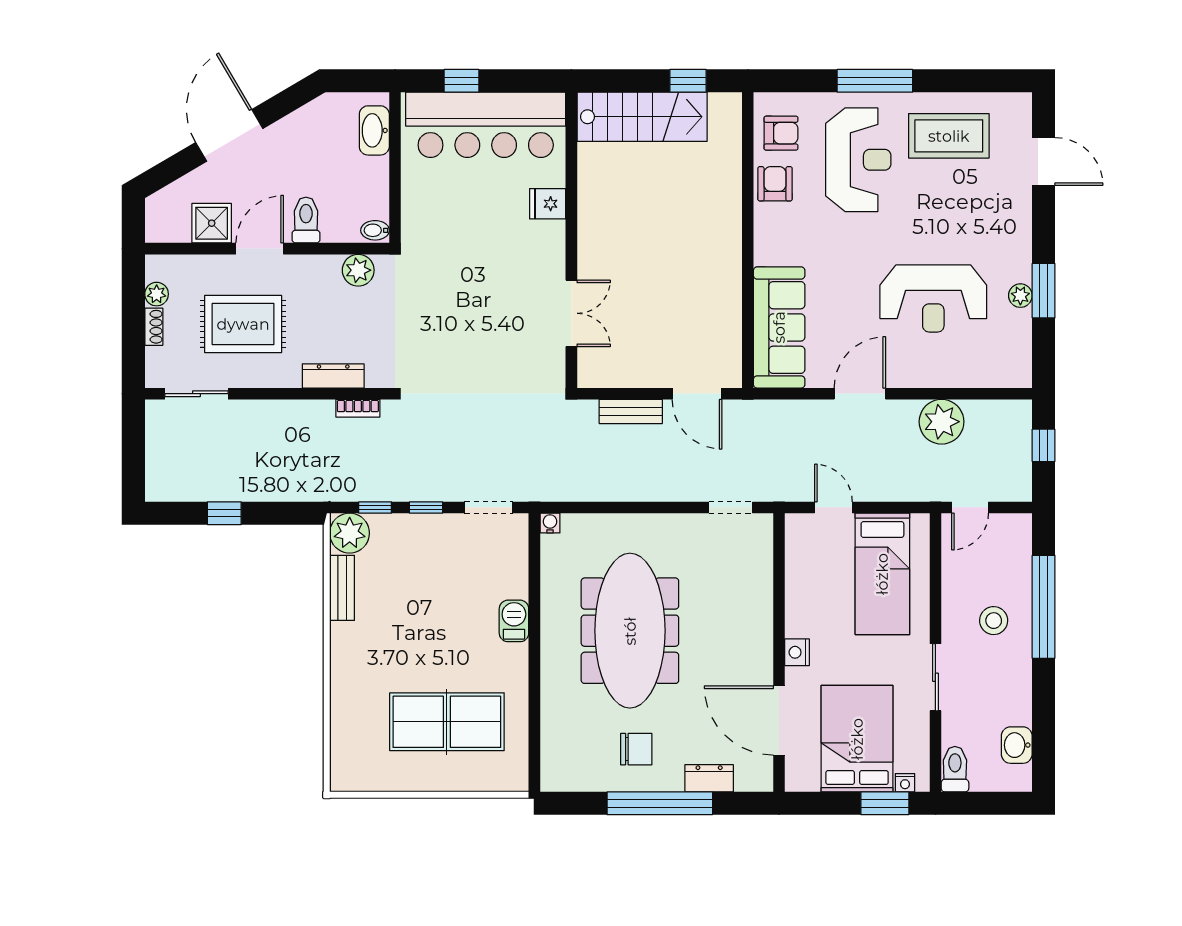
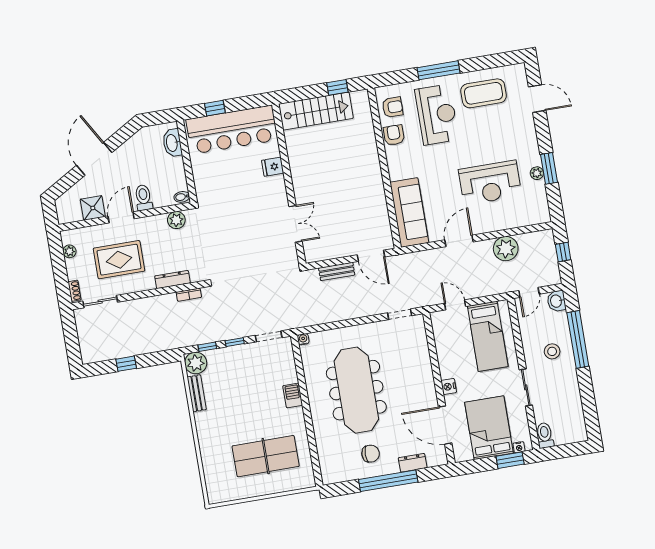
shoe rack: (154, 327) -> (75, 291), moved
washbasin: (1017, 745) -> (556, 301), moved

